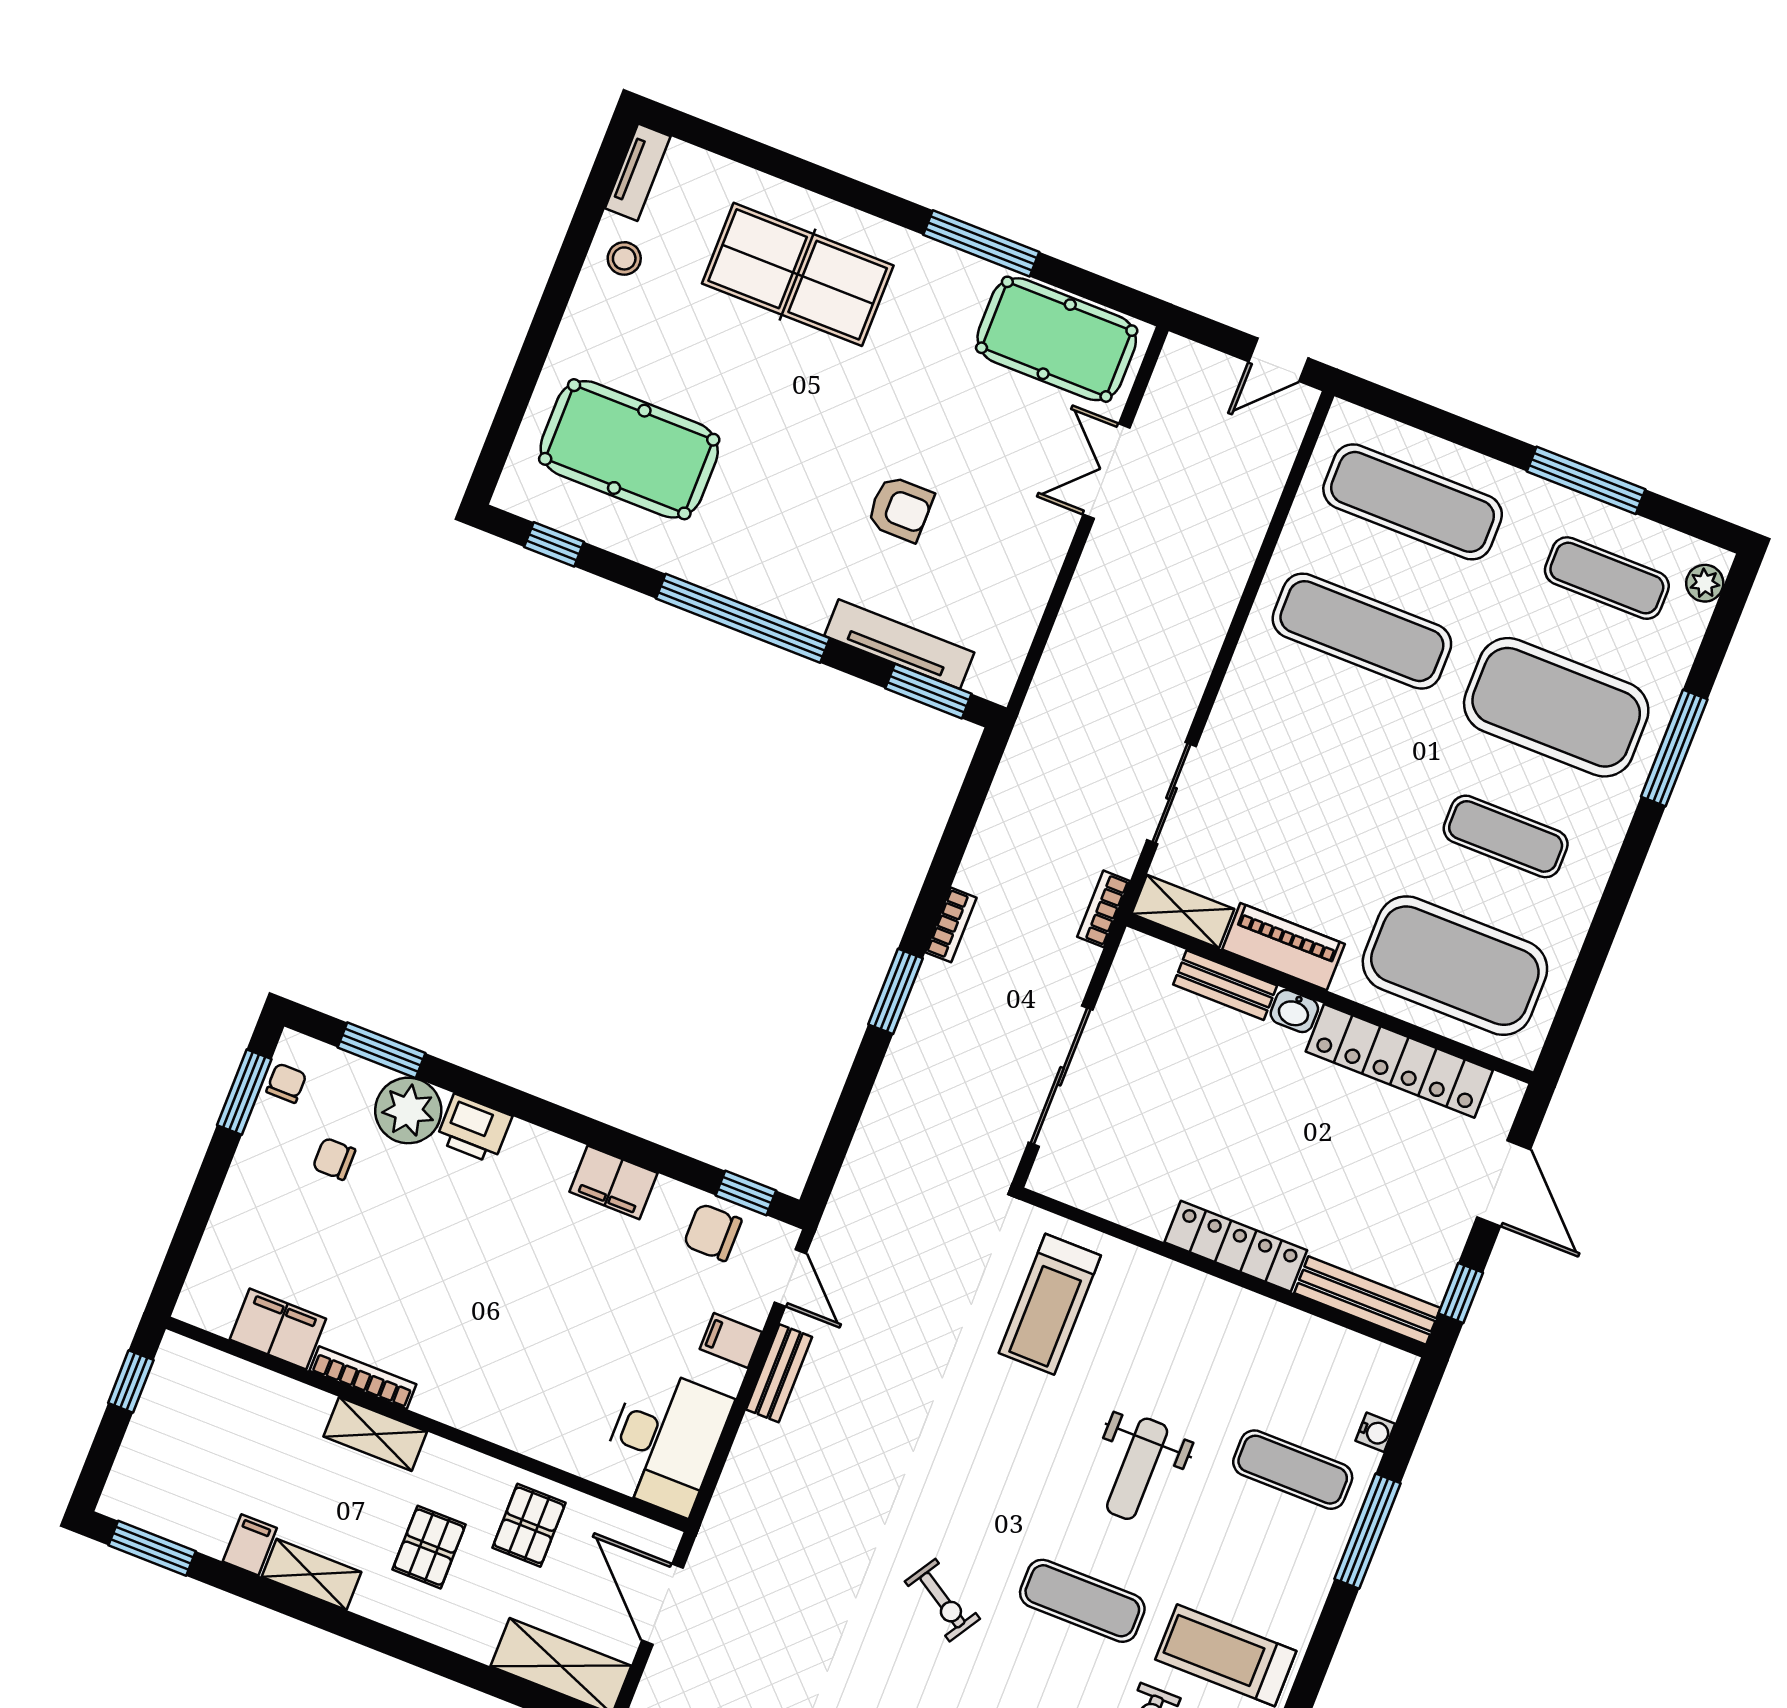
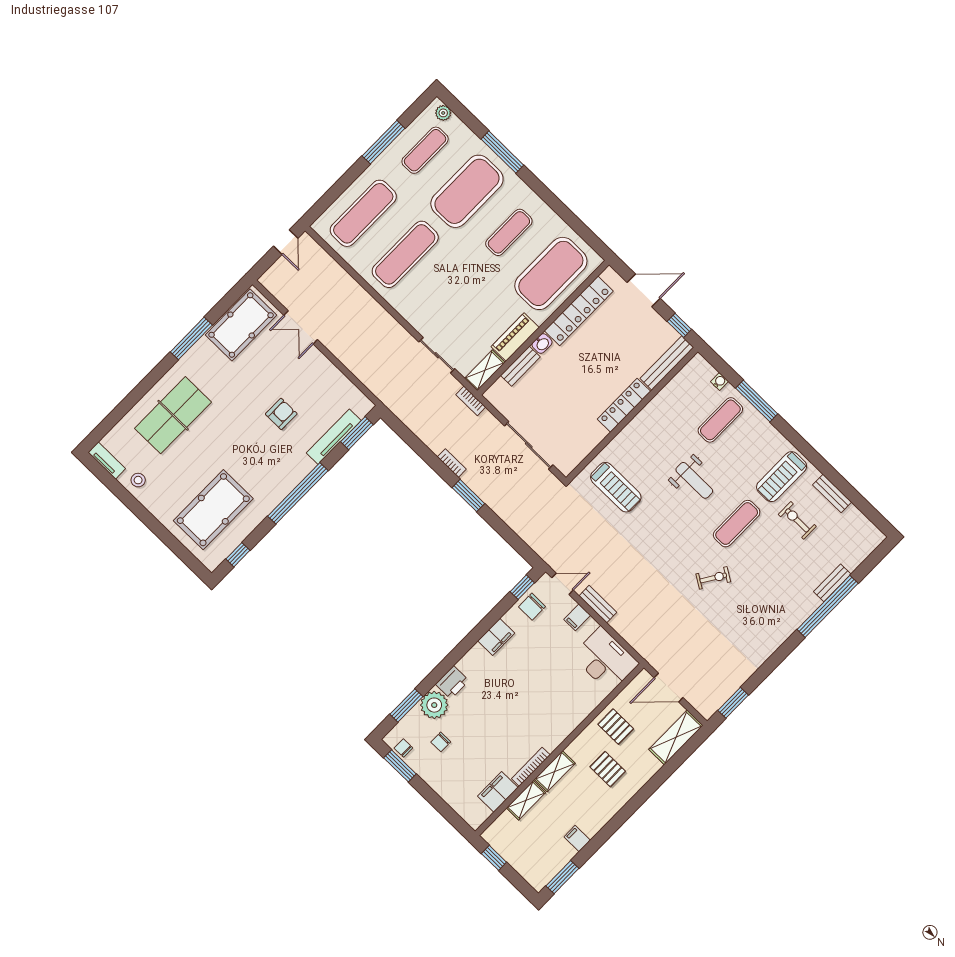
shelving: (312, 1574) -> (526, 800), moved

